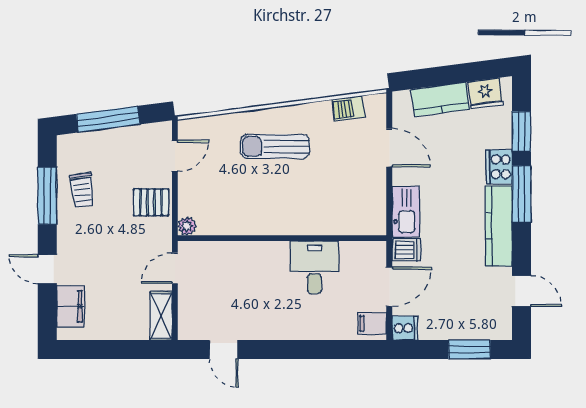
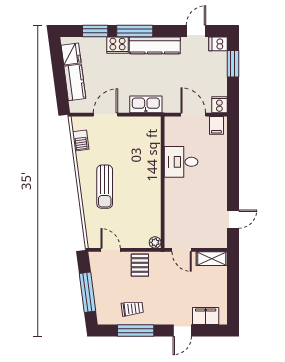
dishwasher: (406, 250) -> (218, 44), moved, turned -90

